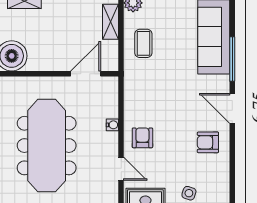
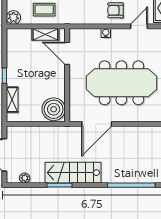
shelving: (111, 22) -> (45, 34), moved

